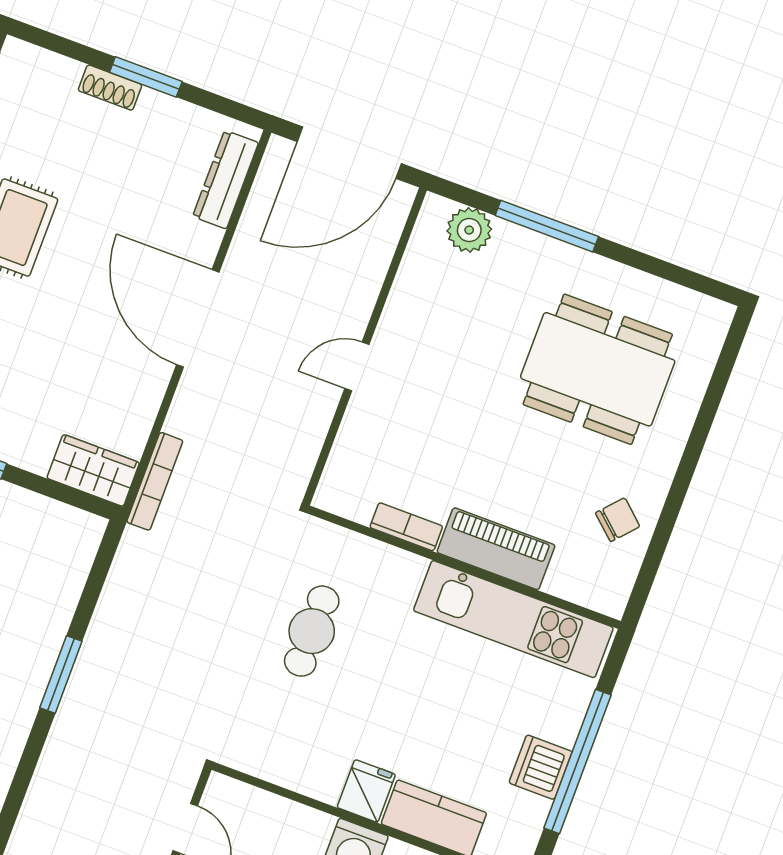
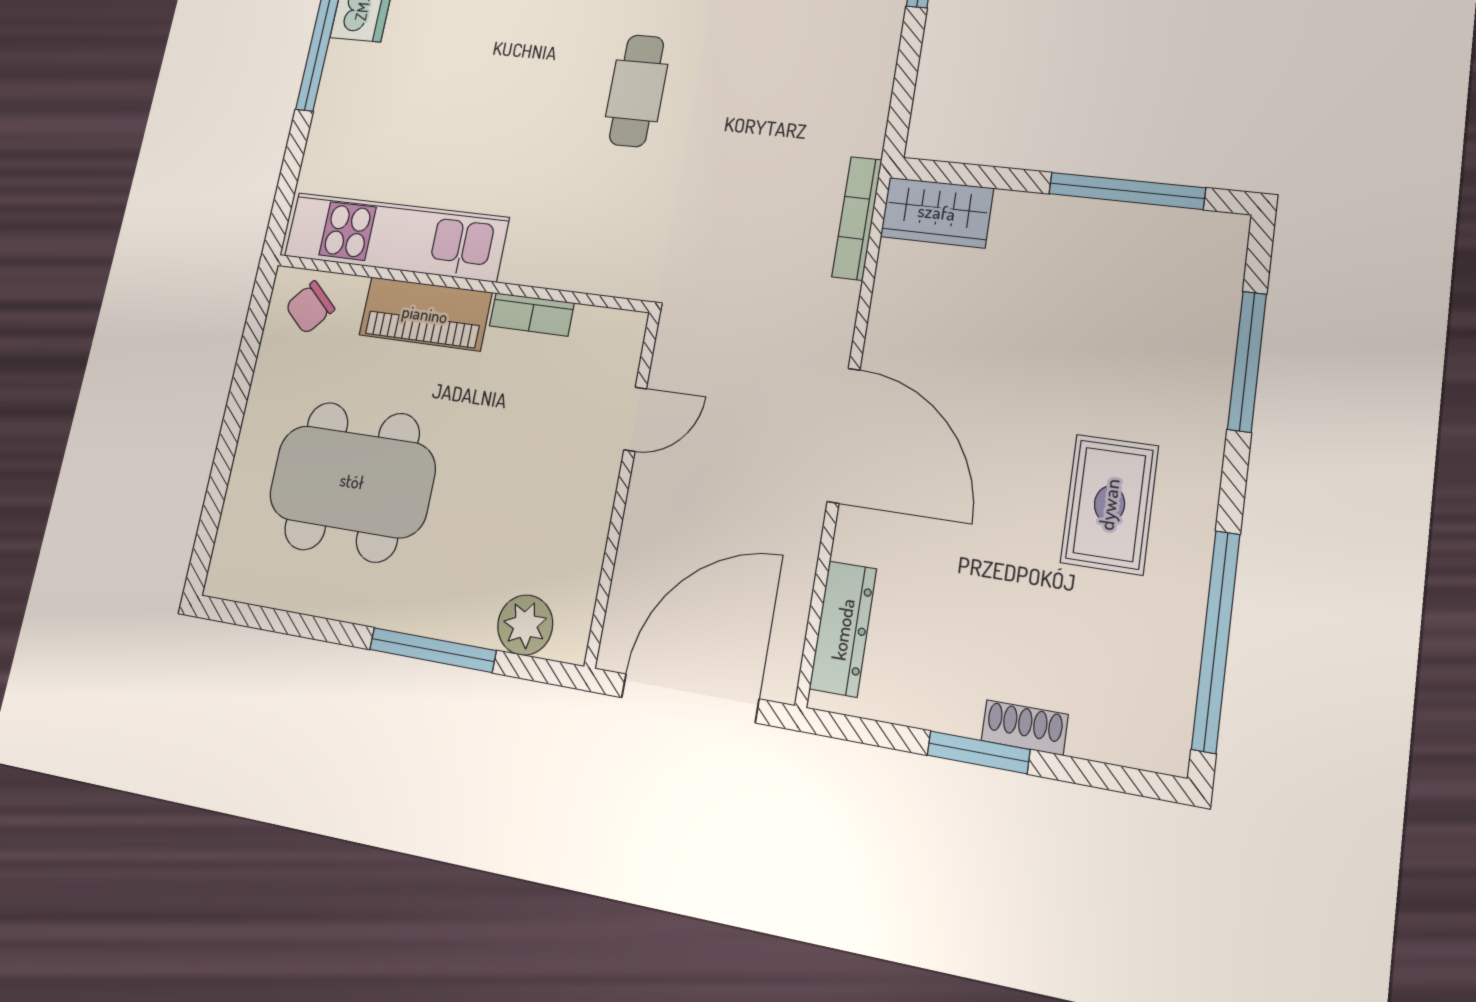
bookcase: (406, 527) -> (532, 314), moved
piano: (496, 549) -> (425, 314), moved
wall: (464, 567) -> (459, 283), moved
kitchen unit: (513, 619) -> (396, 237), moved

